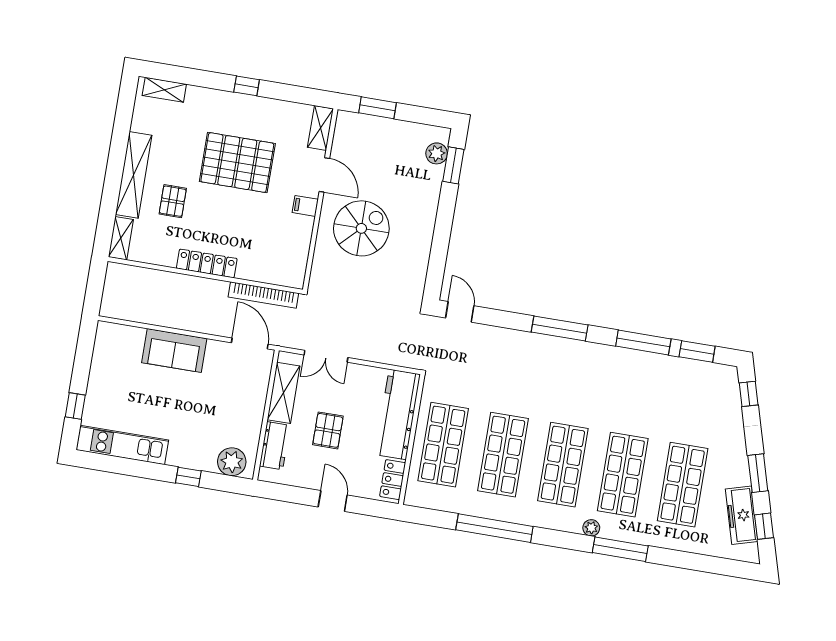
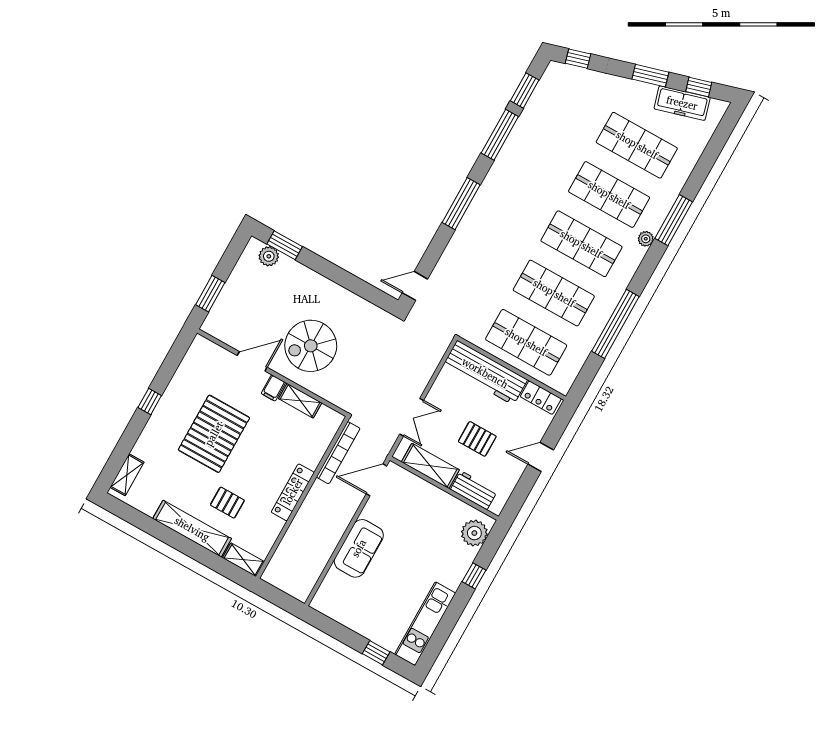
shelving: (320, 128) -> (300, 401), moved
spiral stairs: (361, 228) -> (311, 346), turned -90

